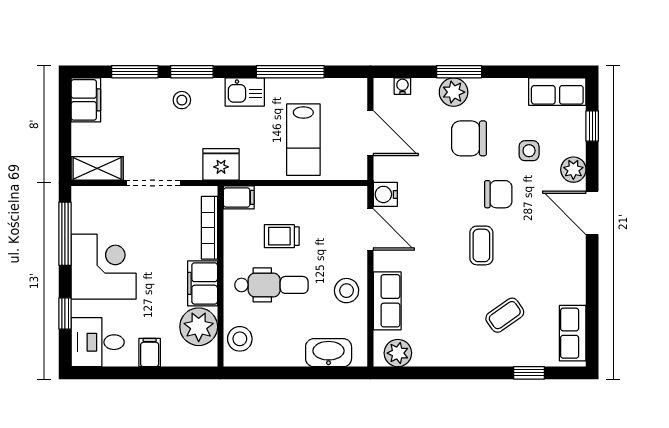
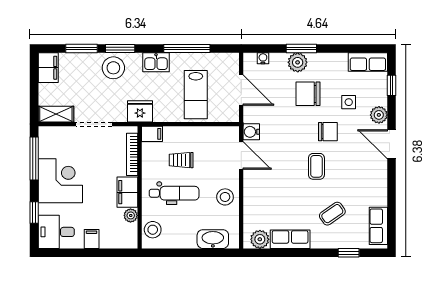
stool: (182, 100) -> (113, 68), width x1.89, depth x1.89
row of seats: (387, 301) -> (290, 239), moved, turned -90
plant: (199, 327) -> (131, 215), width x0.53, depth x0.53

